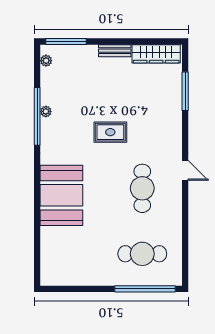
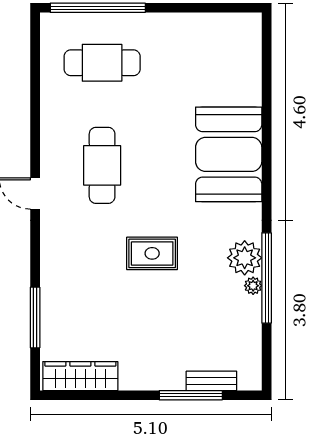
window: (66, 41) -> (191, 395), moved
bench: (115, 51) -> (211, 381), moved
plant: (46, 61) -> (245, 258), moved, width x1.88, depth x1.88

